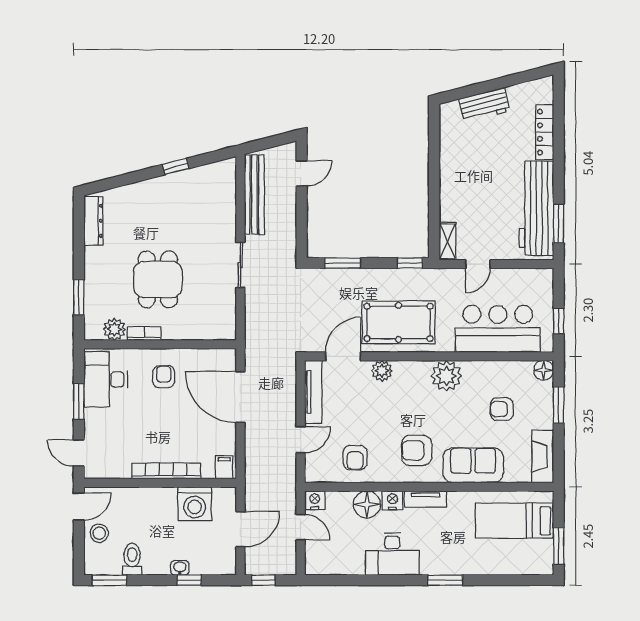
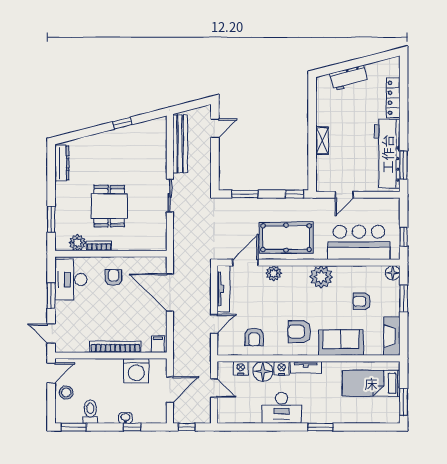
shelving: (448, 241) -> (322, 141), moved
nightstand: (315, 500) -> (241, 368), moved

